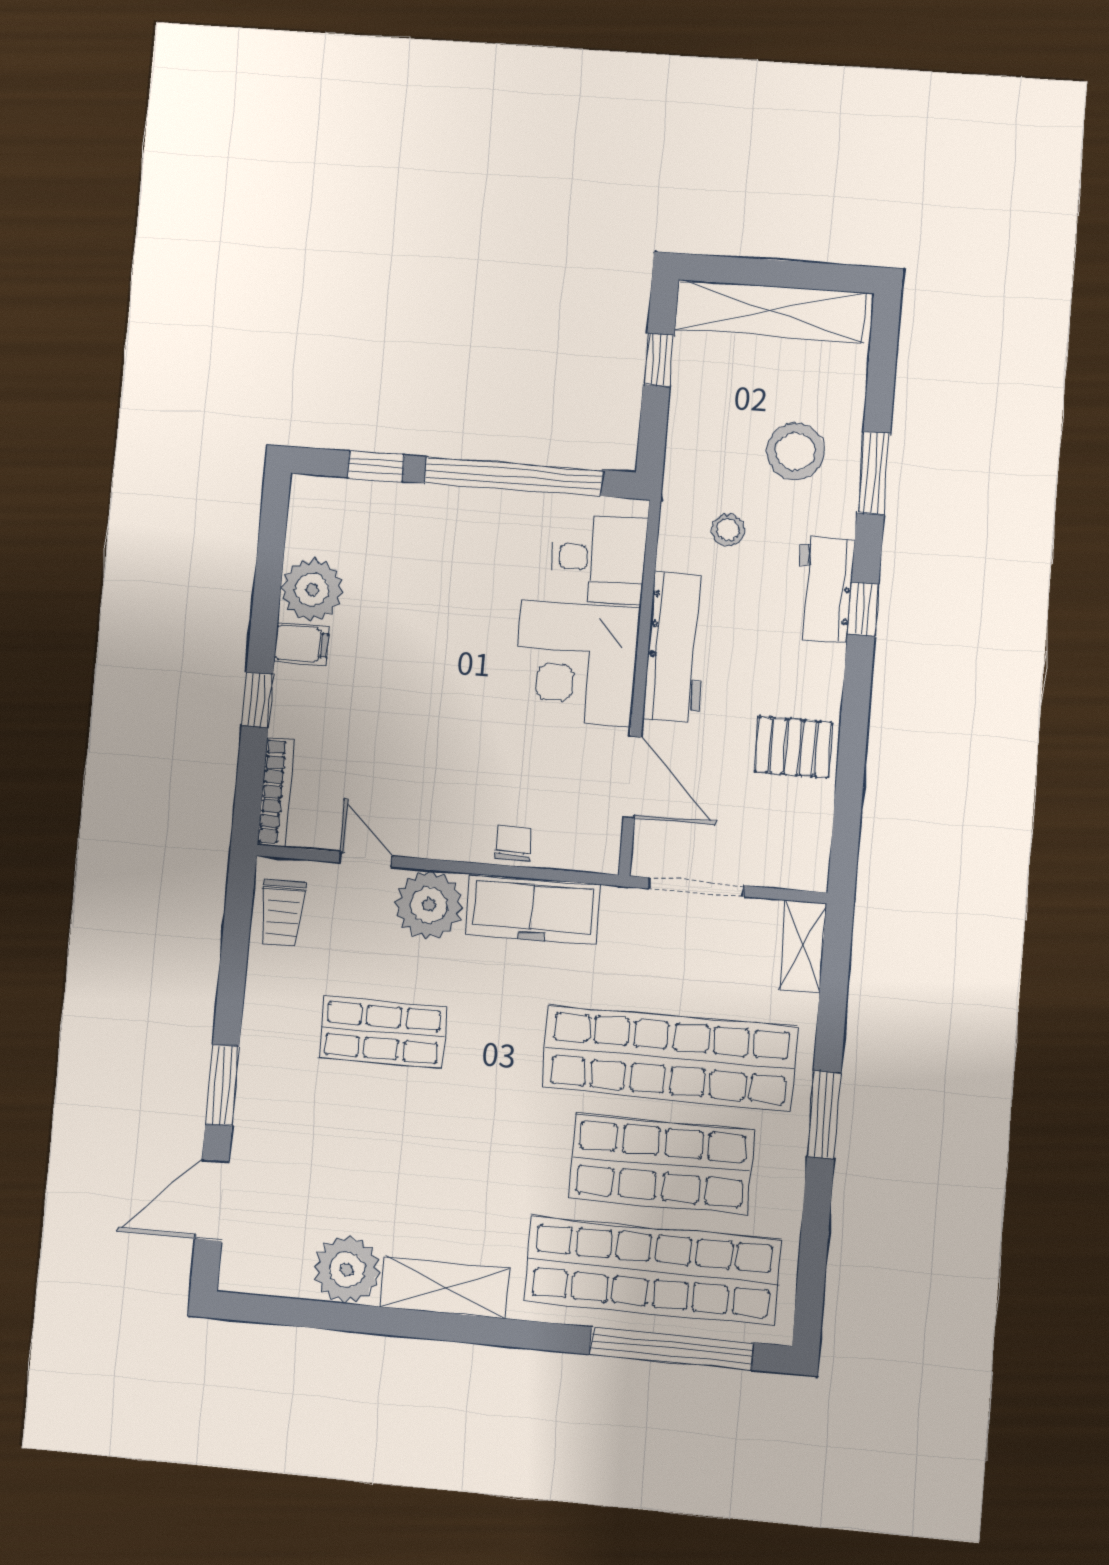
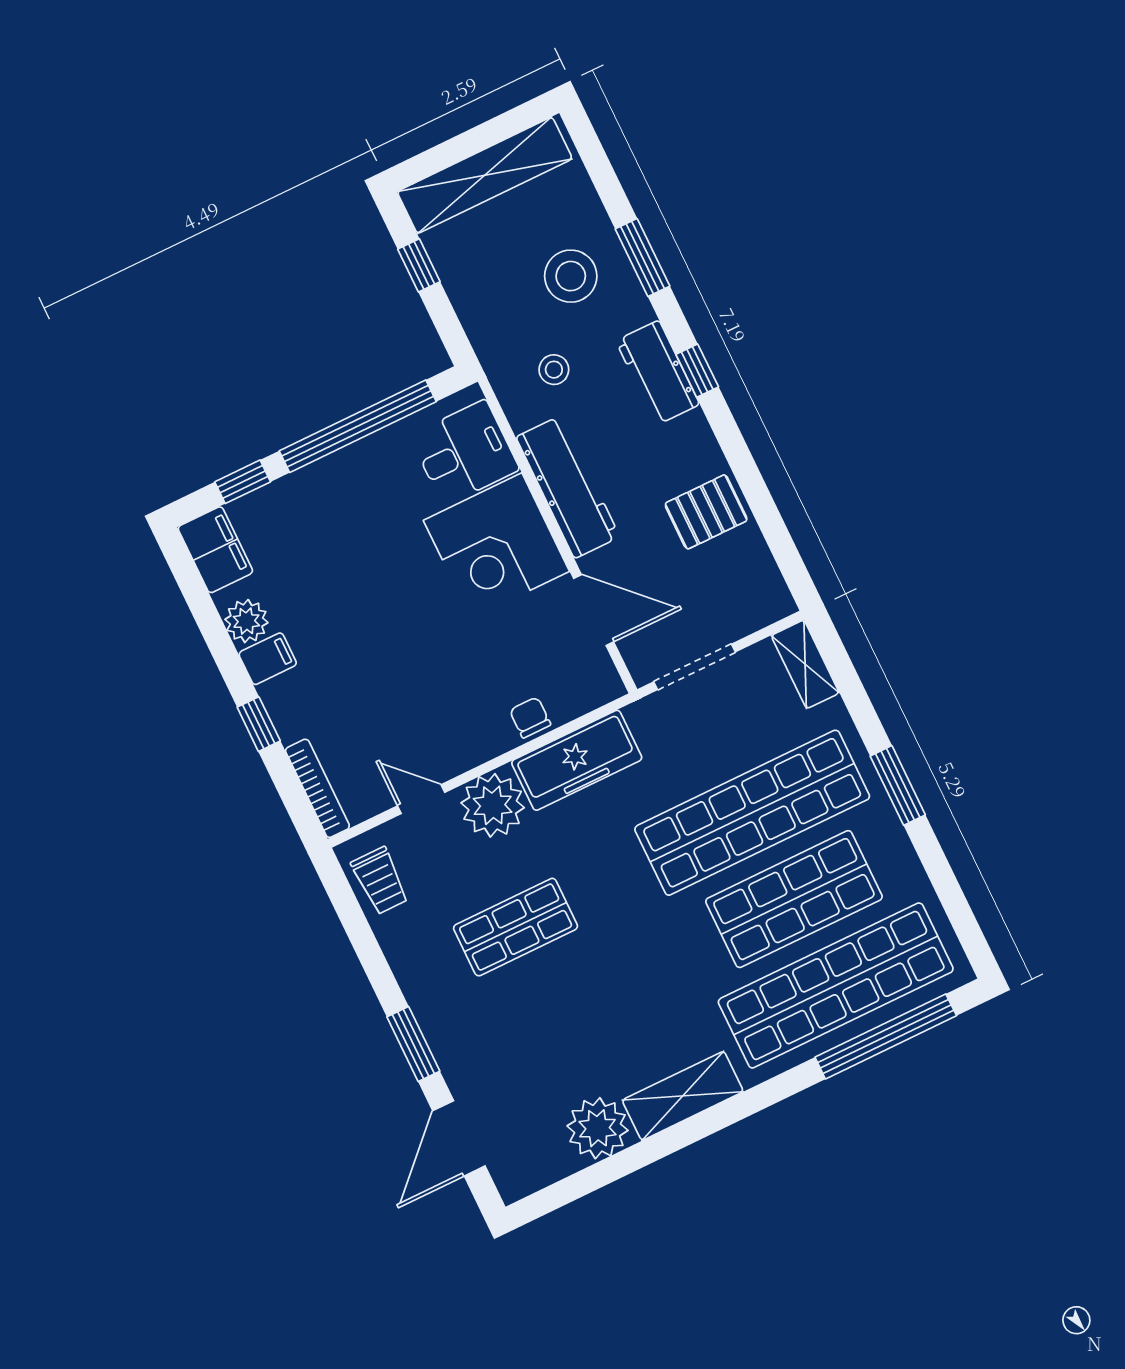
filing cabinet: (314, 514) -> (215, 550), added
plant: (312, 590) -> (246, 621), width x0.73, depth x0.73

